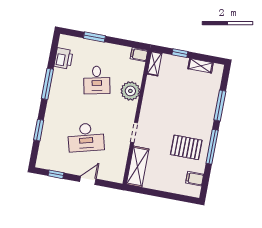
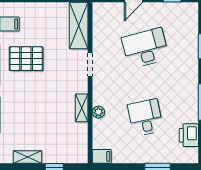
shelving: (155, 64) -> (82, 108), moved
plant: (130, 91) -> (98, 112), width x0.53, depth x0.53

